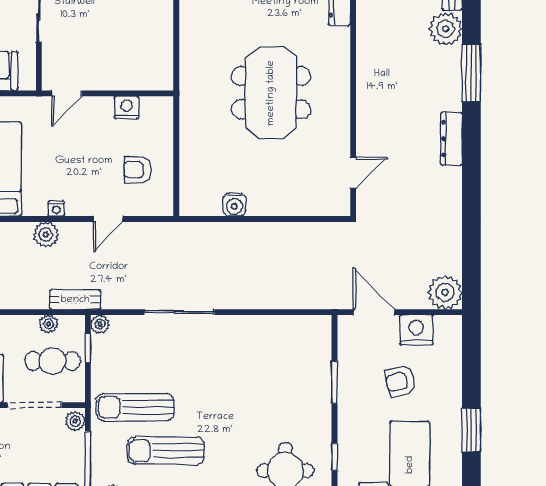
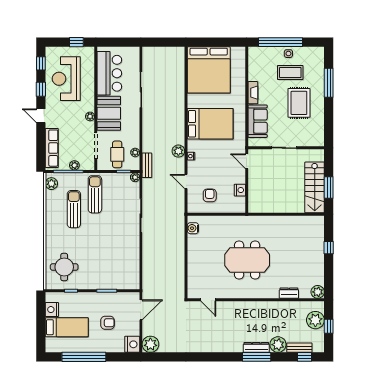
dresser: (452, 139) -> (256, 347), moved
water cooler: (234, 205) -> (193, 228), moved
nightstand: (416, 330) -> (132, 344), moved
armchair: (401, 381) -> (108, 323), turned 103
plant: (75, 421) -> (74, 165), moved
window: (471, 430) -> (84, 357), width x2.11

